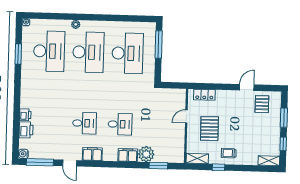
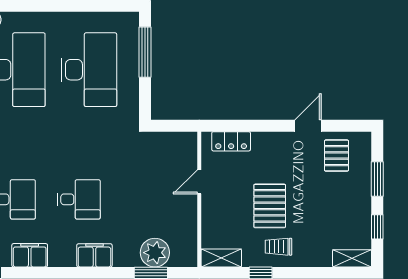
pallet: (209, 129) -> (270, 206), moved
plant: (146, 154) -> (155, 253), moved

